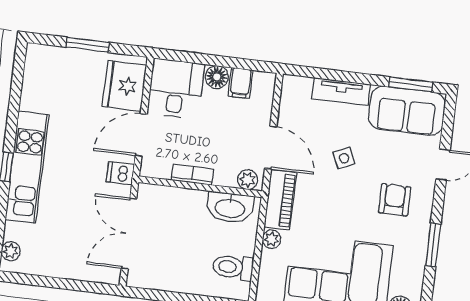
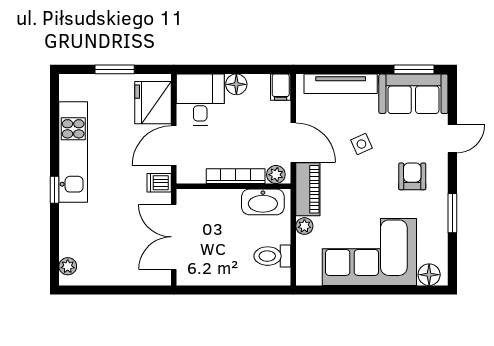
filing cabinet: (240, 83) -> (281, 87), moved
tv unit: (341, 92) -> (341, 84), width x1.41
kitchen unit: (27, 167) -> (73, 152), moved
bookcase: (193, 175) -> (236, 176), width x1.56

